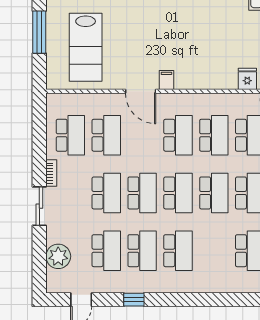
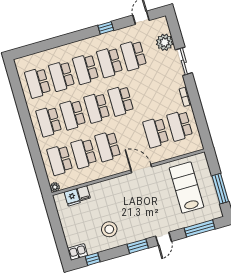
stool: (209, 20) -> (109, 229), added
filing cabinet: (166, 80) -> (84, 193), moved
school desk: (106, 193) -> (62, 76), moved
sliding door: (39, 206) -> (184, 61), moved

